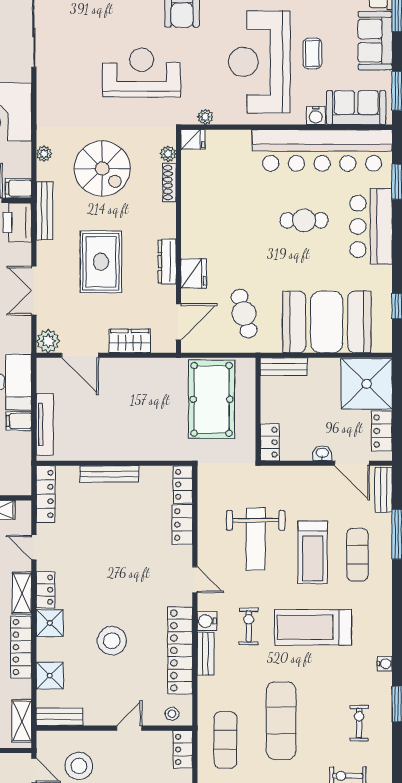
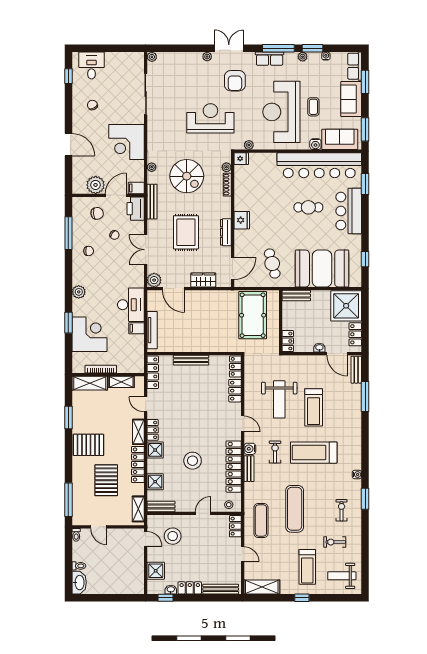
fridge: (194, 273) -> (242, 220), moved
exercise mat: (357, 555) -> (340, 409), removed

